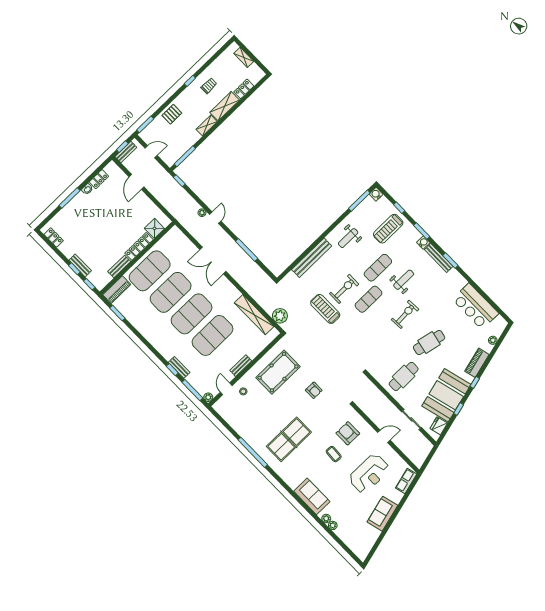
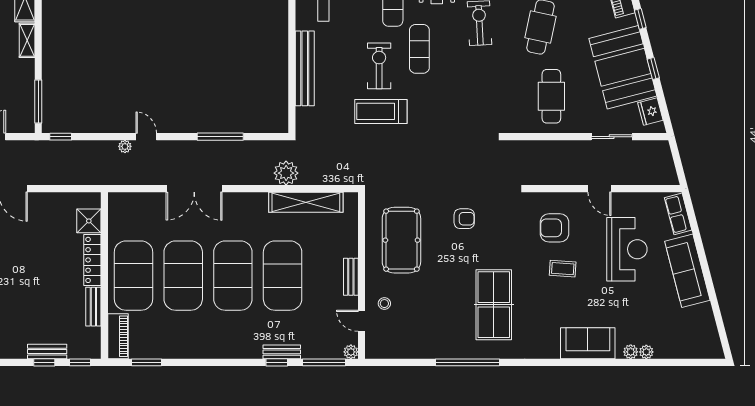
plant: (280, 316) -> (286, 173), moved
door: (384, 436) -> (600, 189), swing flipped
sofa: (382, 514) -> (687, 271), width x1.36

